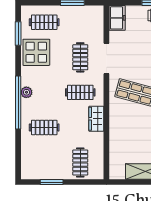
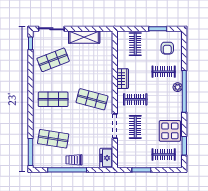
plant: (26, 92) -> (178, 87), moved
armchair: (40, 157) -> (167, 48), added

